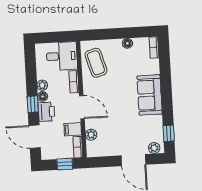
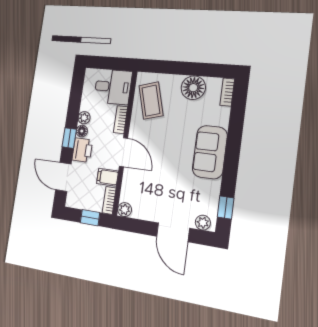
floor lamp: (127, 43) -> (193, 88), width x1.89, depth x1.89
plant: (91, 135) -> (125, 210), moved

